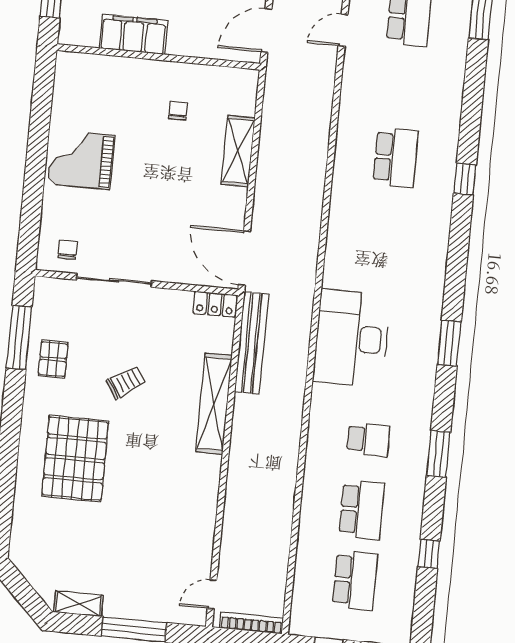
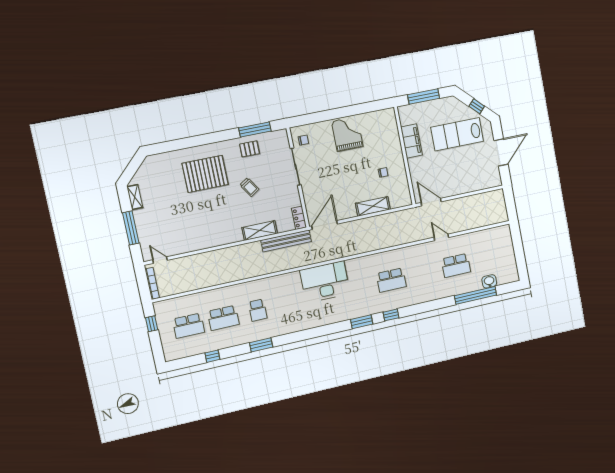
desk: (351, 338) -> (325, 282), moved
window: (449, 343) -> (362, 322), moved
shelving: (214, 404) -> (260, 230), width x0.68

